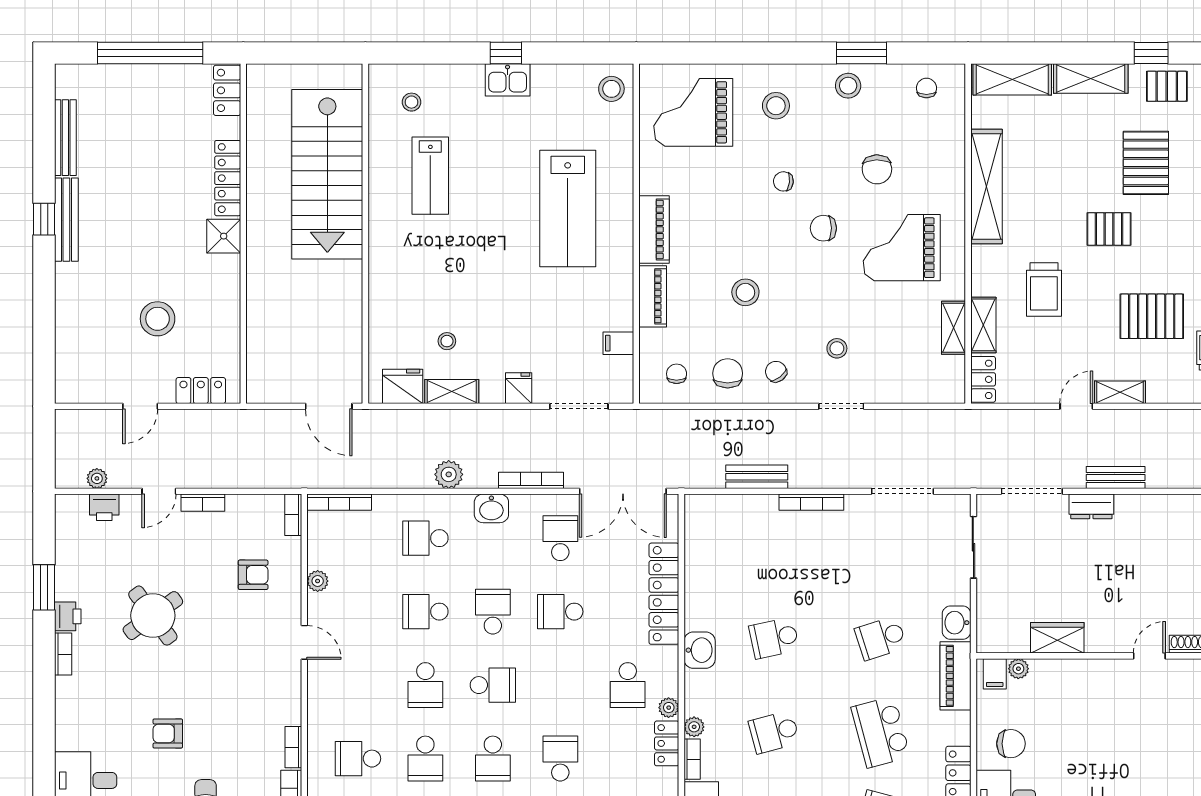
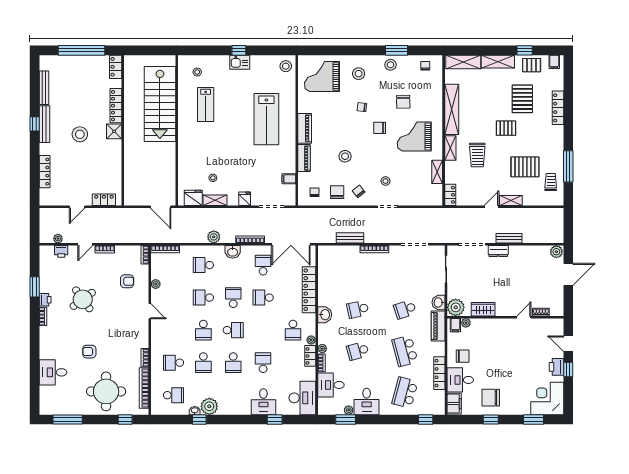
stool: (158, 319) -> (80, 134), moved
shelving: (983, 325) -> (450, 148), moved
locker: (67, 327) -> (45, 172), added
plant: (995, 634) -> (456, 307), added

